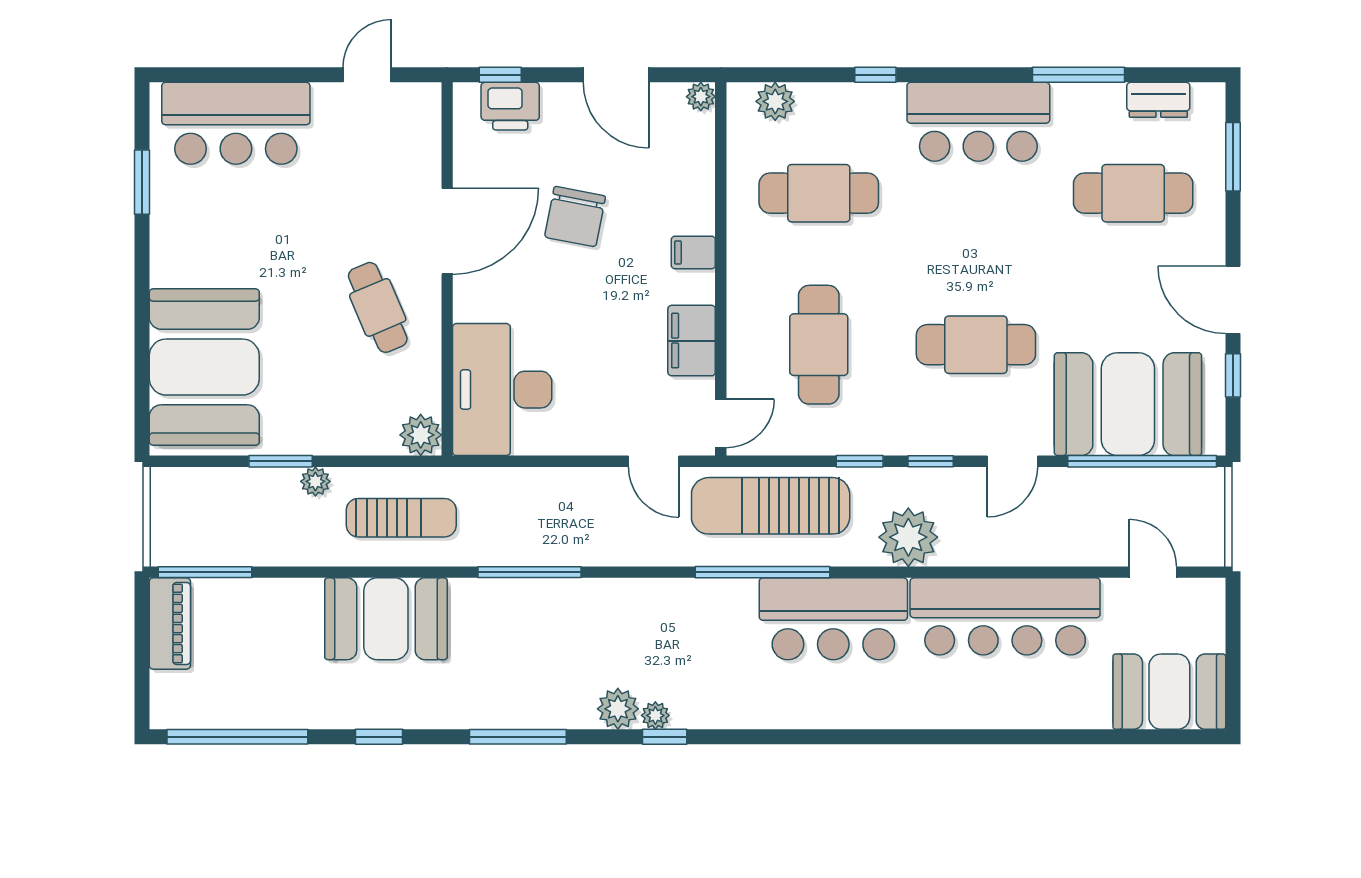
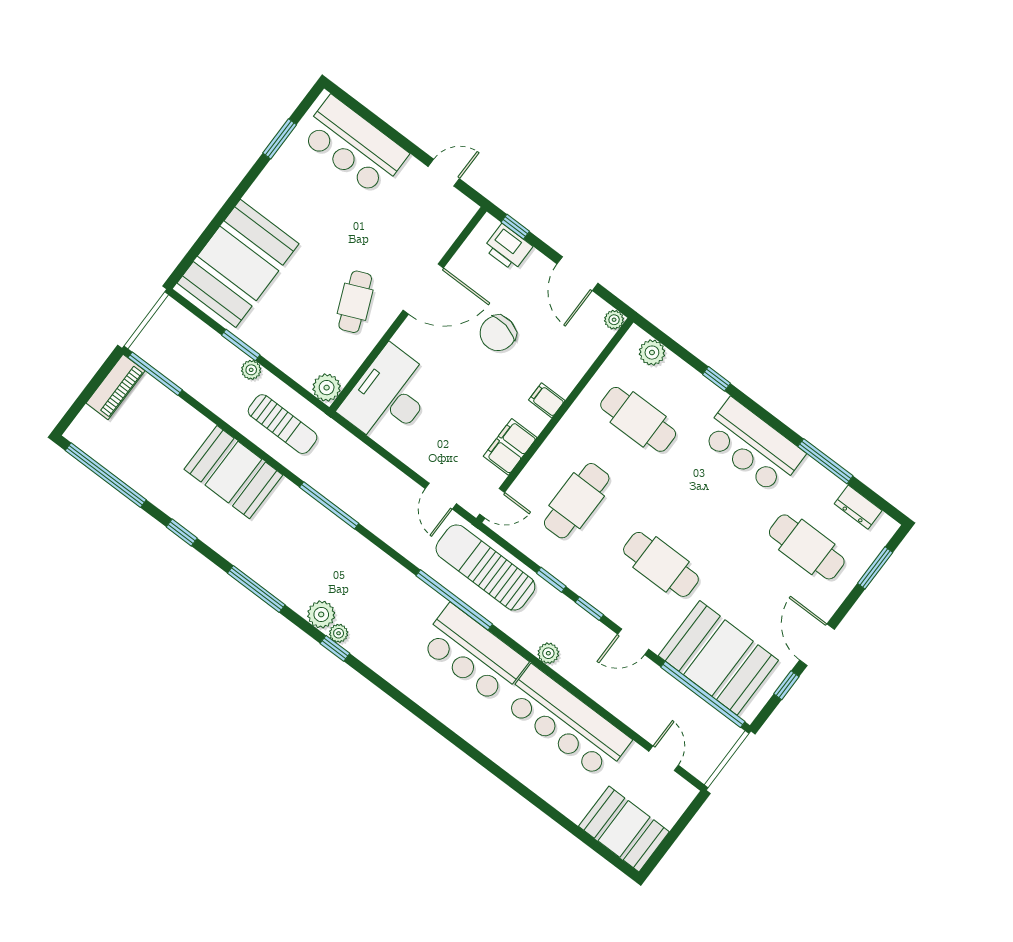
plant: (908, 537) -> (548, 653), width x0.53, depth x0.53

